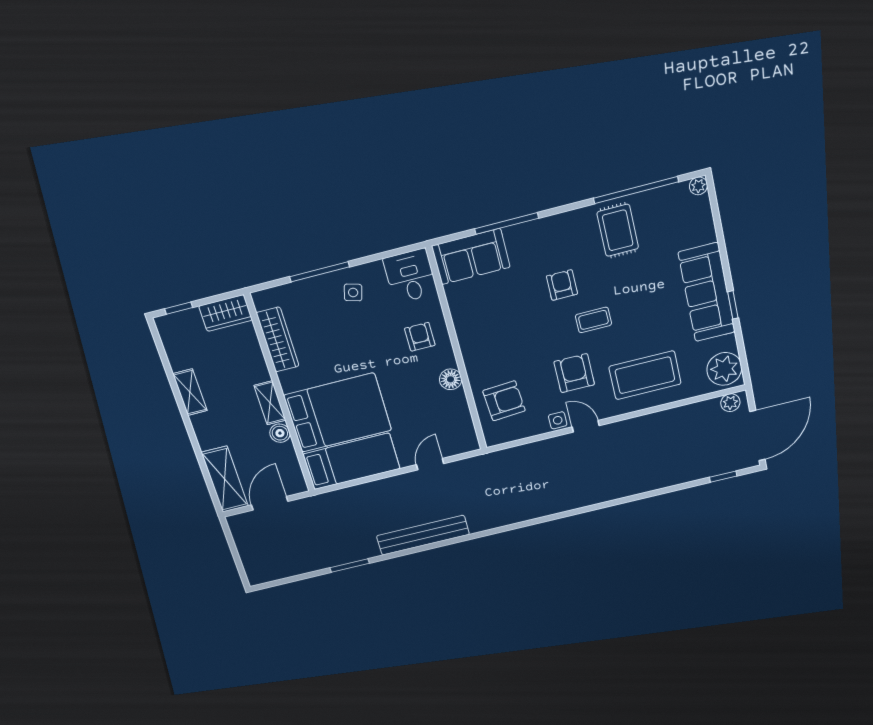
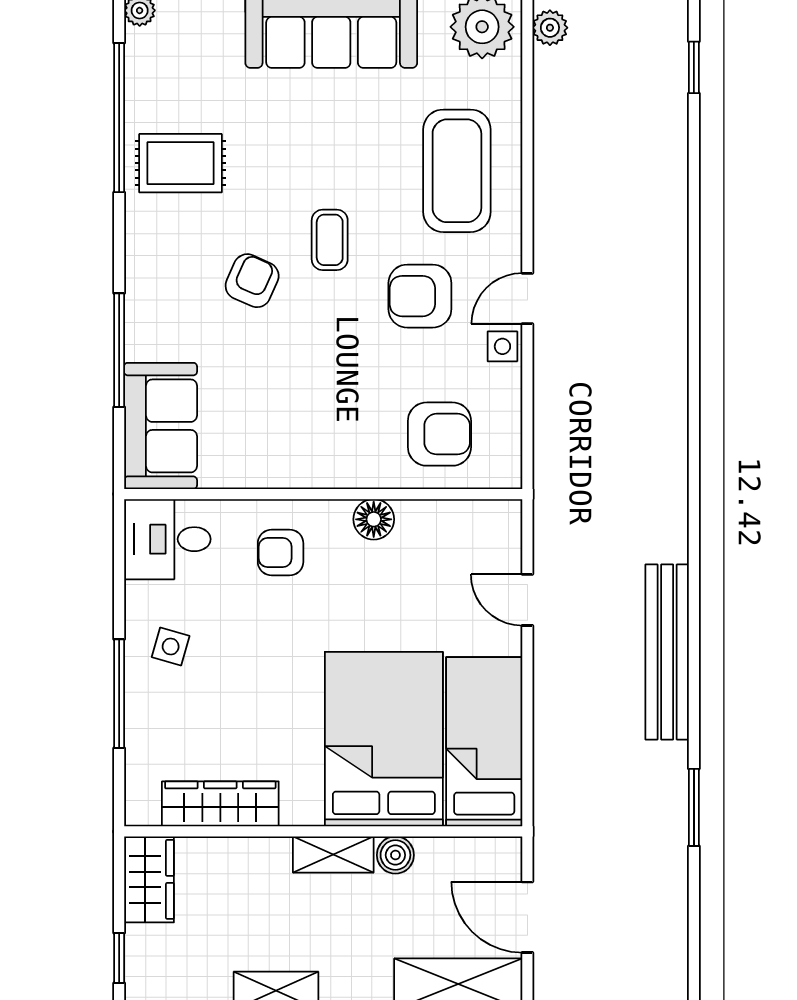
armchair: (562, 285) -> (252, 281), turned 114
armchair: (504, 401) -> (439, 434), turned 94

